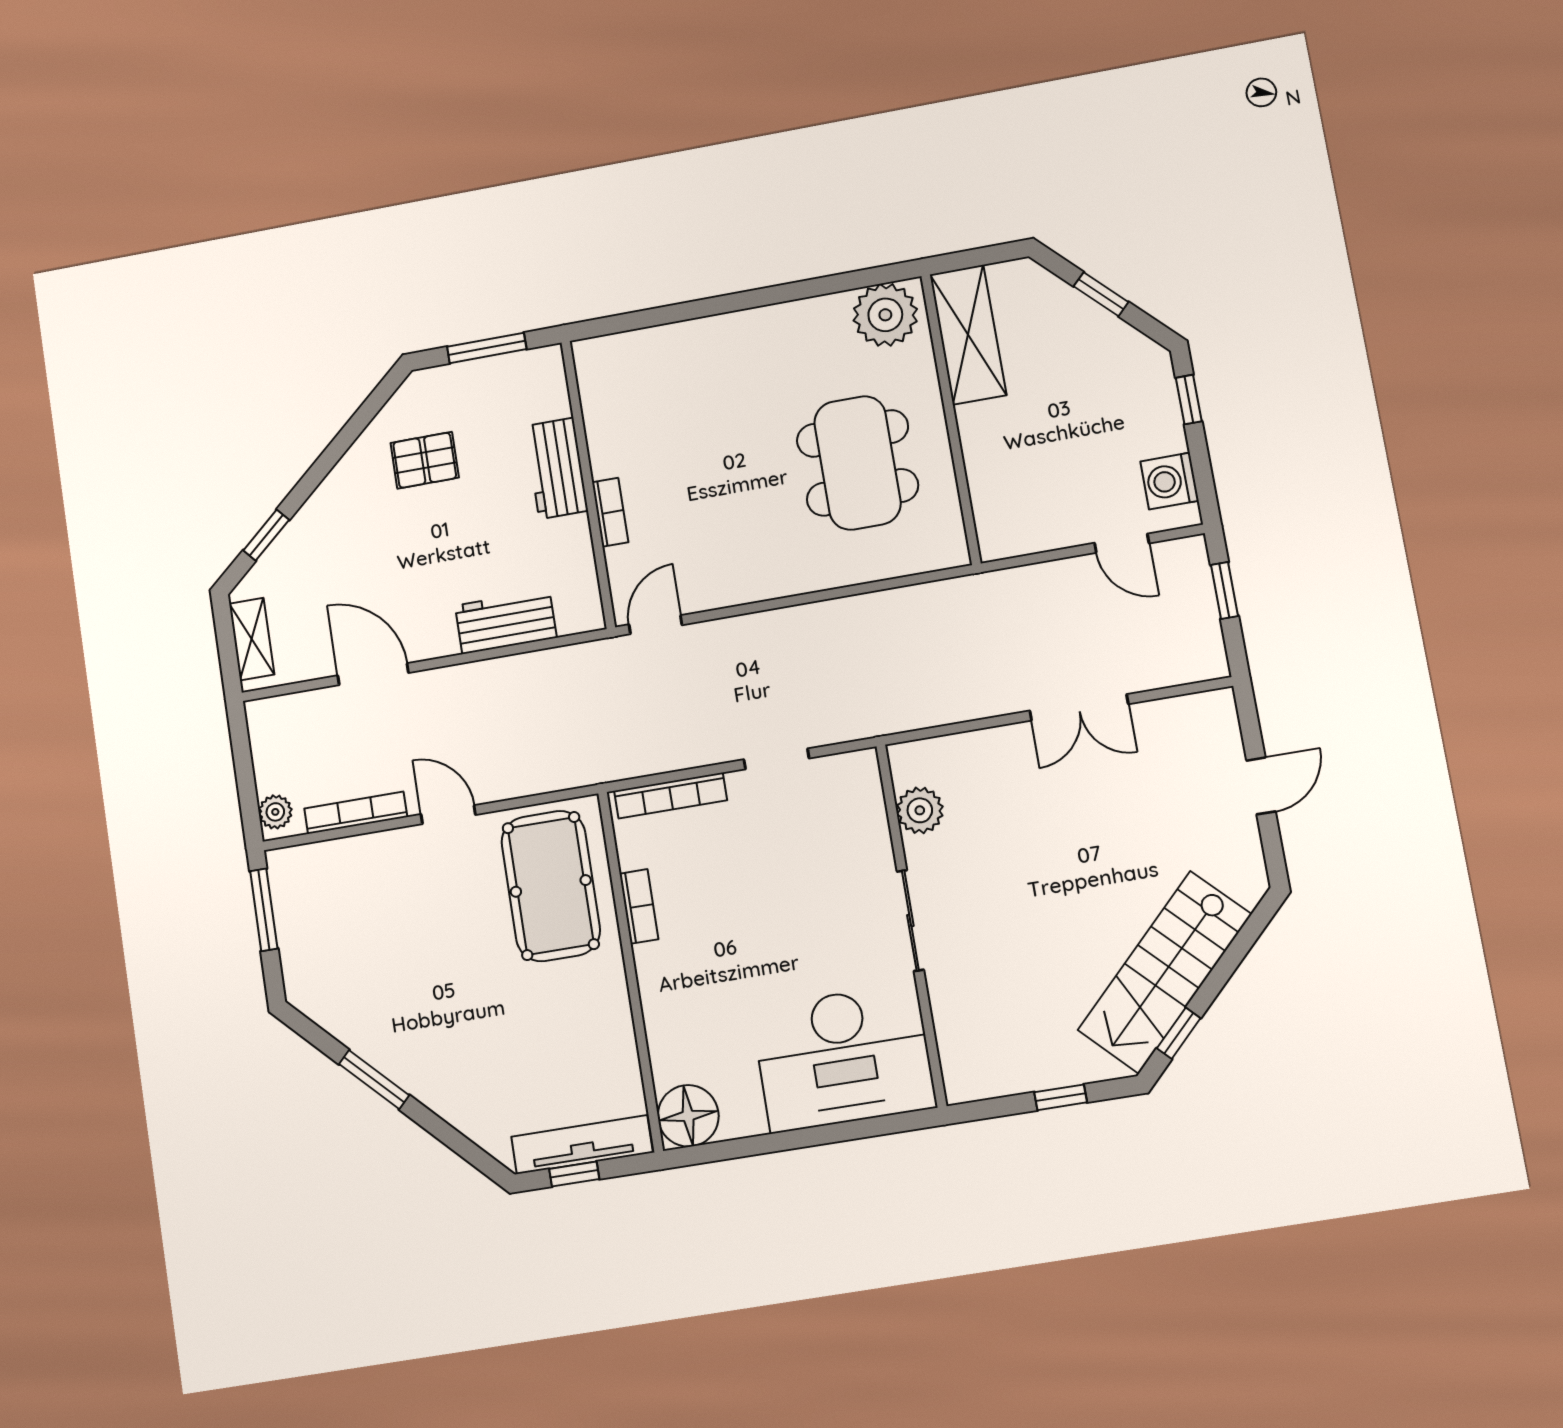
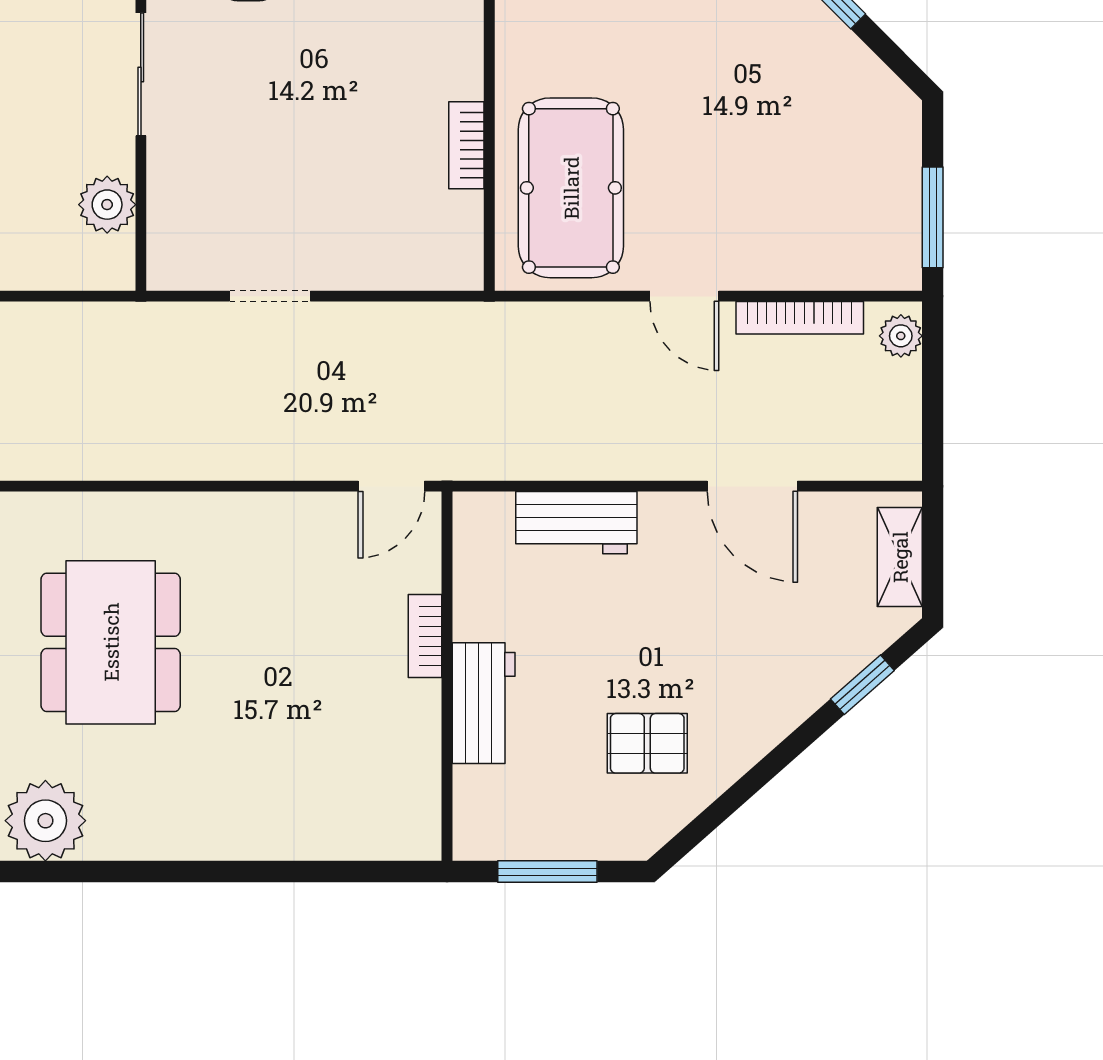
bookcase: (671, 795) -> (406, 273), removed

